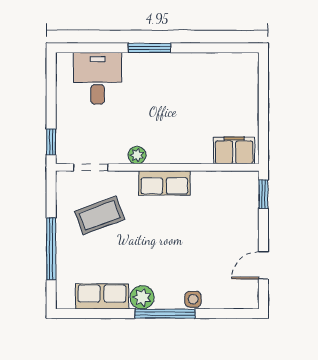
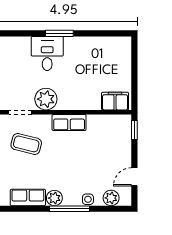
desk: (98, 78) -> (47, 53), moved
plant: (137, 155) -> (46, 99), width x1.88, depth x1.88
coffee table: (100, 215) -> (26, 144), turned 34
plant: (228, 297) -> (111, 198), added

